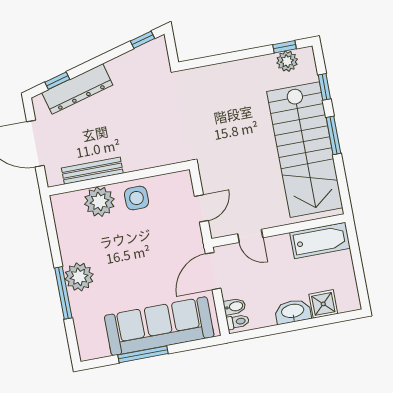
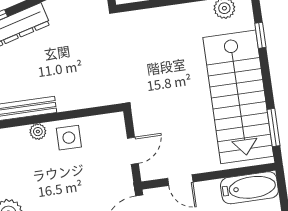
window: (333, 135) -> (273, 128), moved
plant: (99, 202) -> (38, 132), width x0.53, depth x0.53

